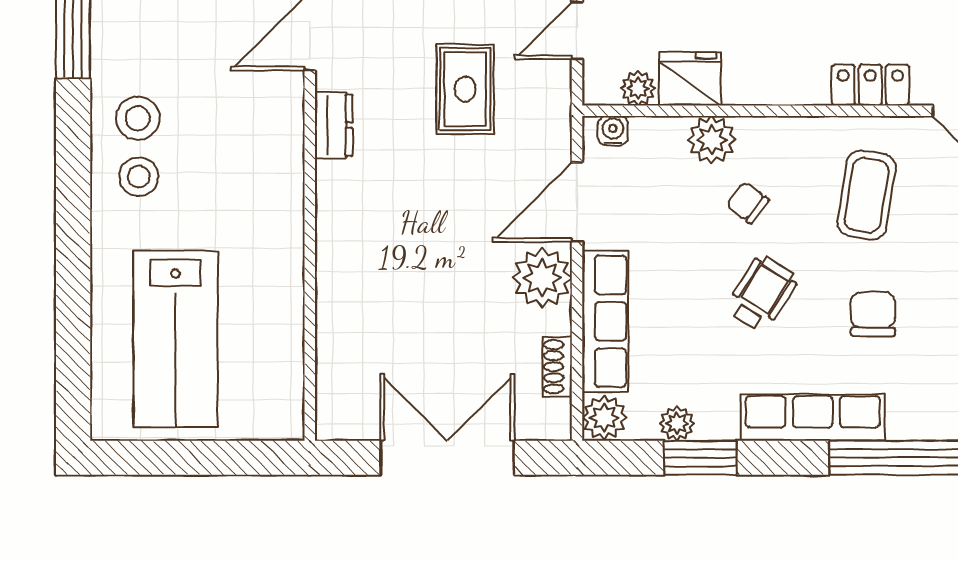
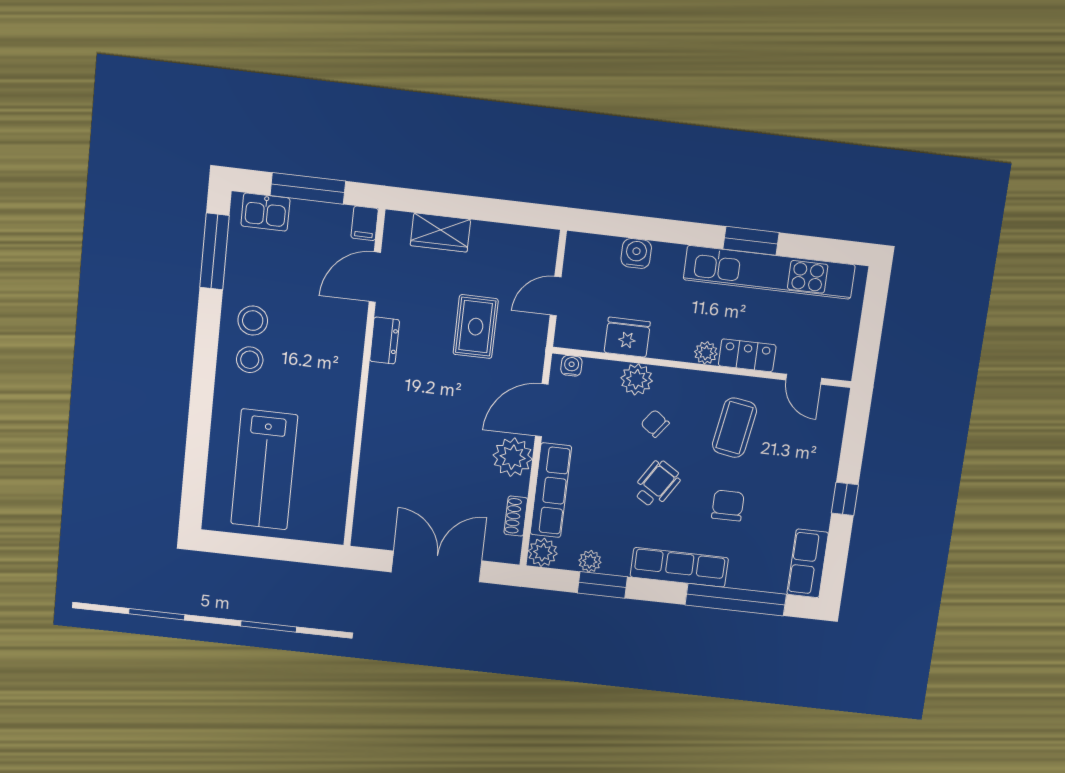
plant: (638, 88) -> (706, 353), moved

